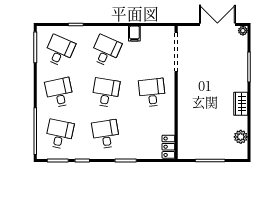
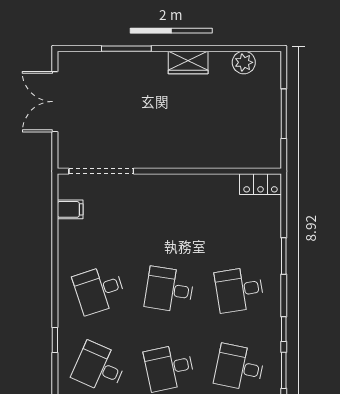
plant: (243, 31) -> (65, 59), removed
filing cabinet: (134, 34) -> (70, 209), moved
desk: (106, 51) -> (99, 290), turned -42
desk: (152, 93) -> (169, 212), removed

